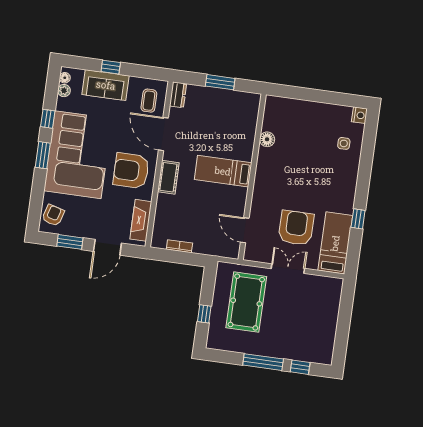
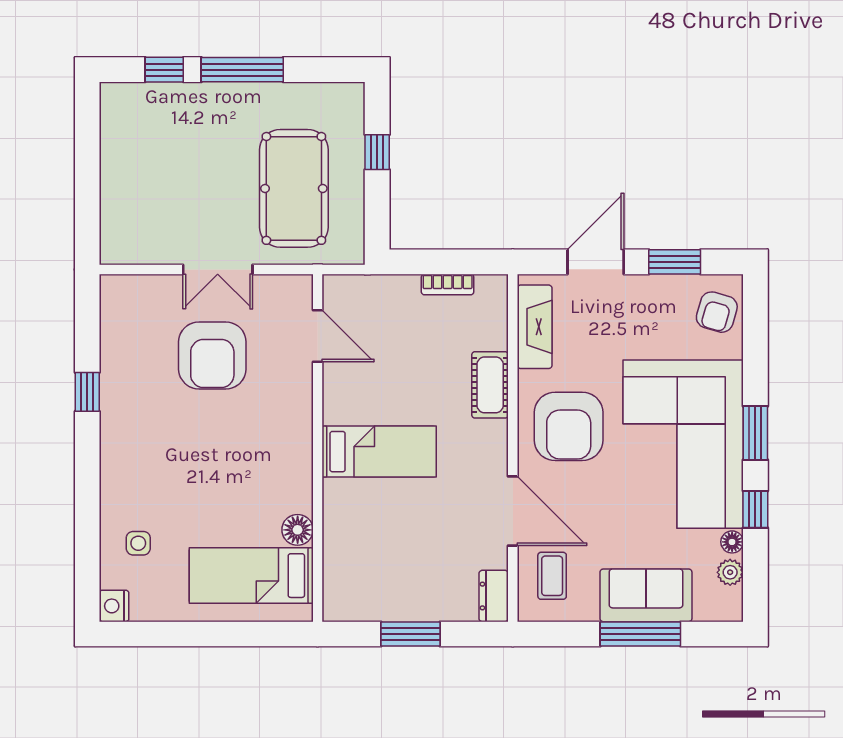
window: (111, 67) -> (640, 634), width x2.17
floor lamp: (65, 78) -> (732, 542), moved
armchair: (131, 171) -> (569, 426), turned 90
cot: (168, 177) -> (490, 385), moved
bed: (335, 243) -> (251, 576), moved, turned 90

